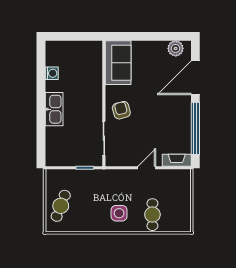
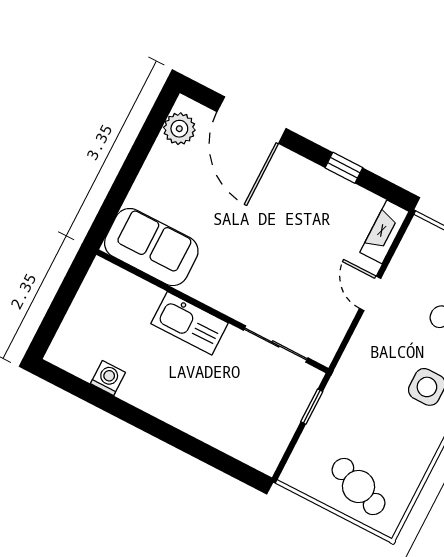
kitchen sink: (54, 109) -> (190, 323), moved, turned 180
armchair: (121, 110) -> (241, 286), removed
window: (195, 128) -> (344, 168), width x0.32

